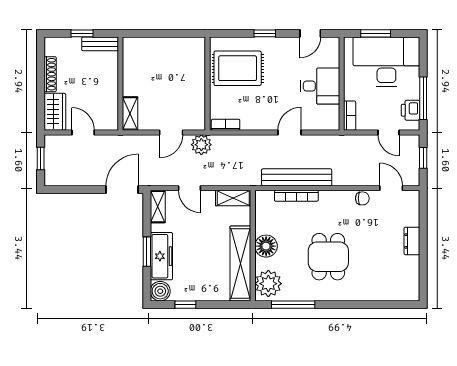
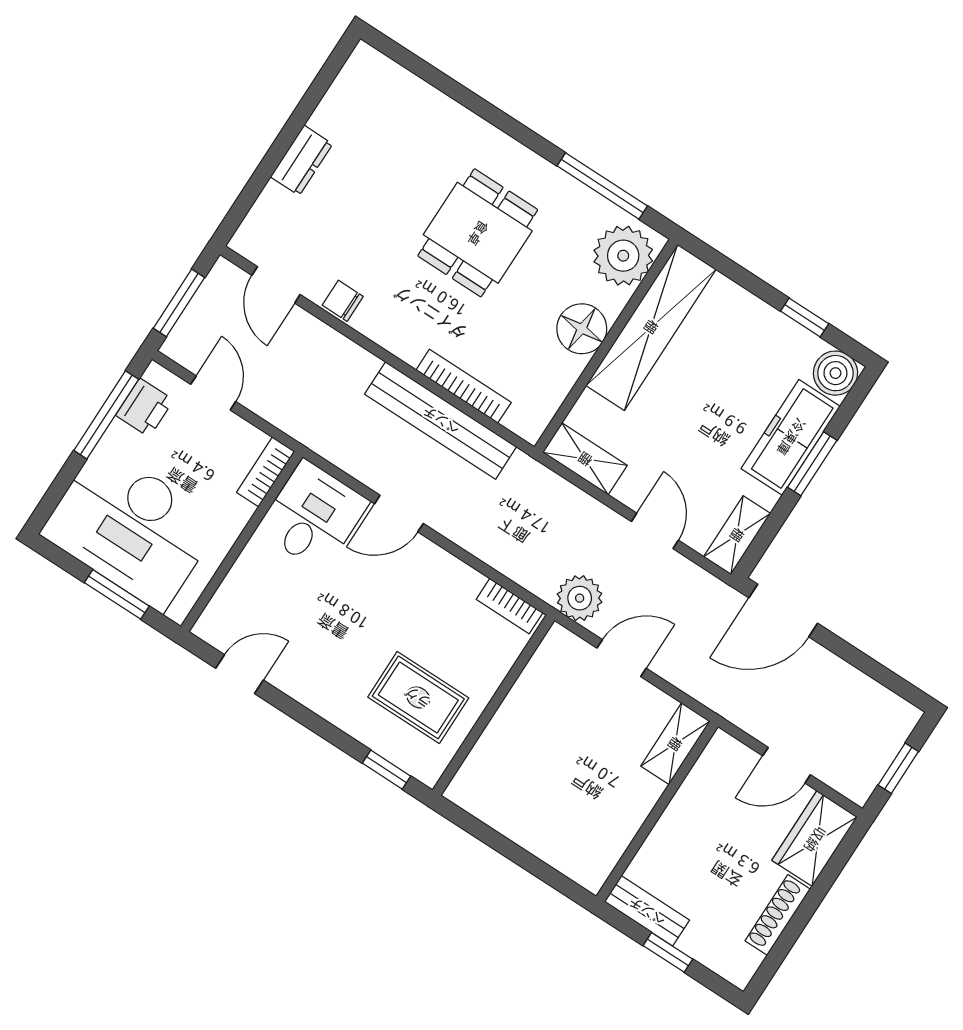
window: (265, 33) -> (386, 770), moved
rug: (238, 68) -> (418, 697), width x0.73, depth x0.70
desk: (320, 86) -> (313, 516), moved, turned 90
door: (83, 132) -> (787, 765), hinge flipped
window: (423, 158) -> (179, 303), width x1.50

